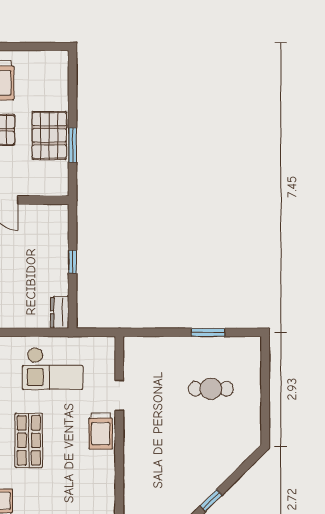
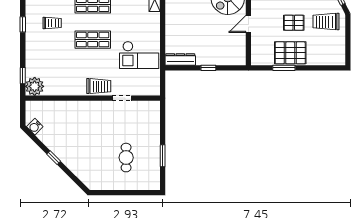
dresser: (60, 312) -> (180, 60), width x1.44
checkout: (53, 369) -> (139, 55), turned -90
trolley: (101, 431) -> (99, 86), turned 180

